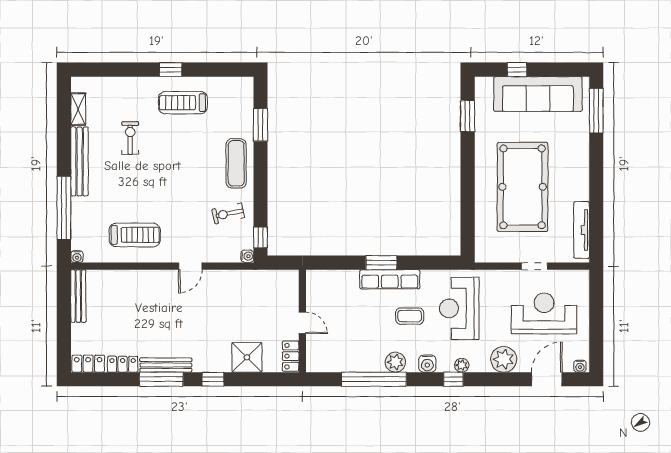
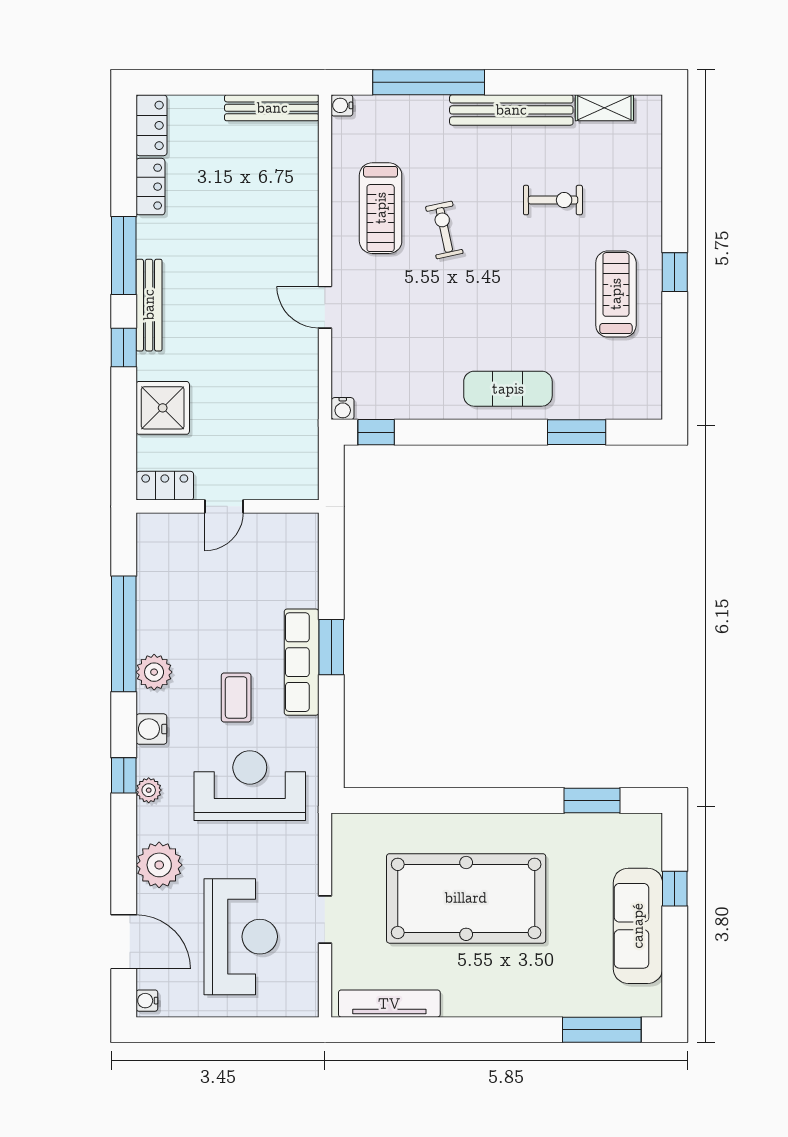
sofa: (538, 94) -> (638, 926), width x0.74, depth x0.79
exercise bike: (228, 214) -> (444, 230), moved
bench: (166, 365) -> (149, 305), moved

